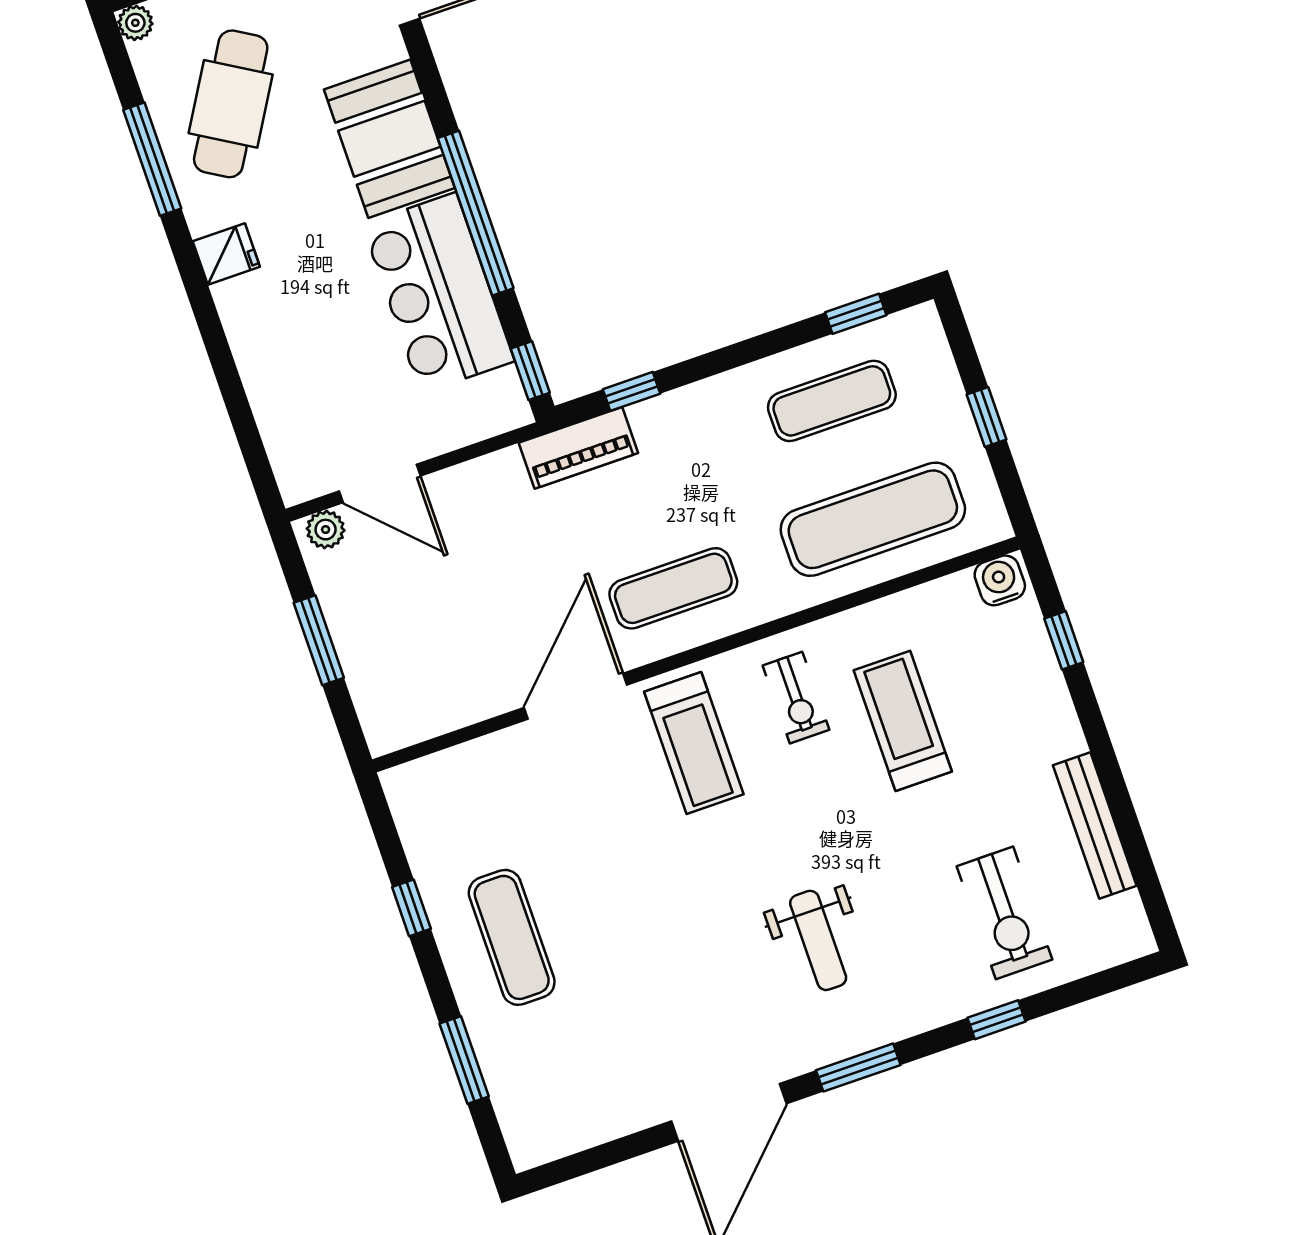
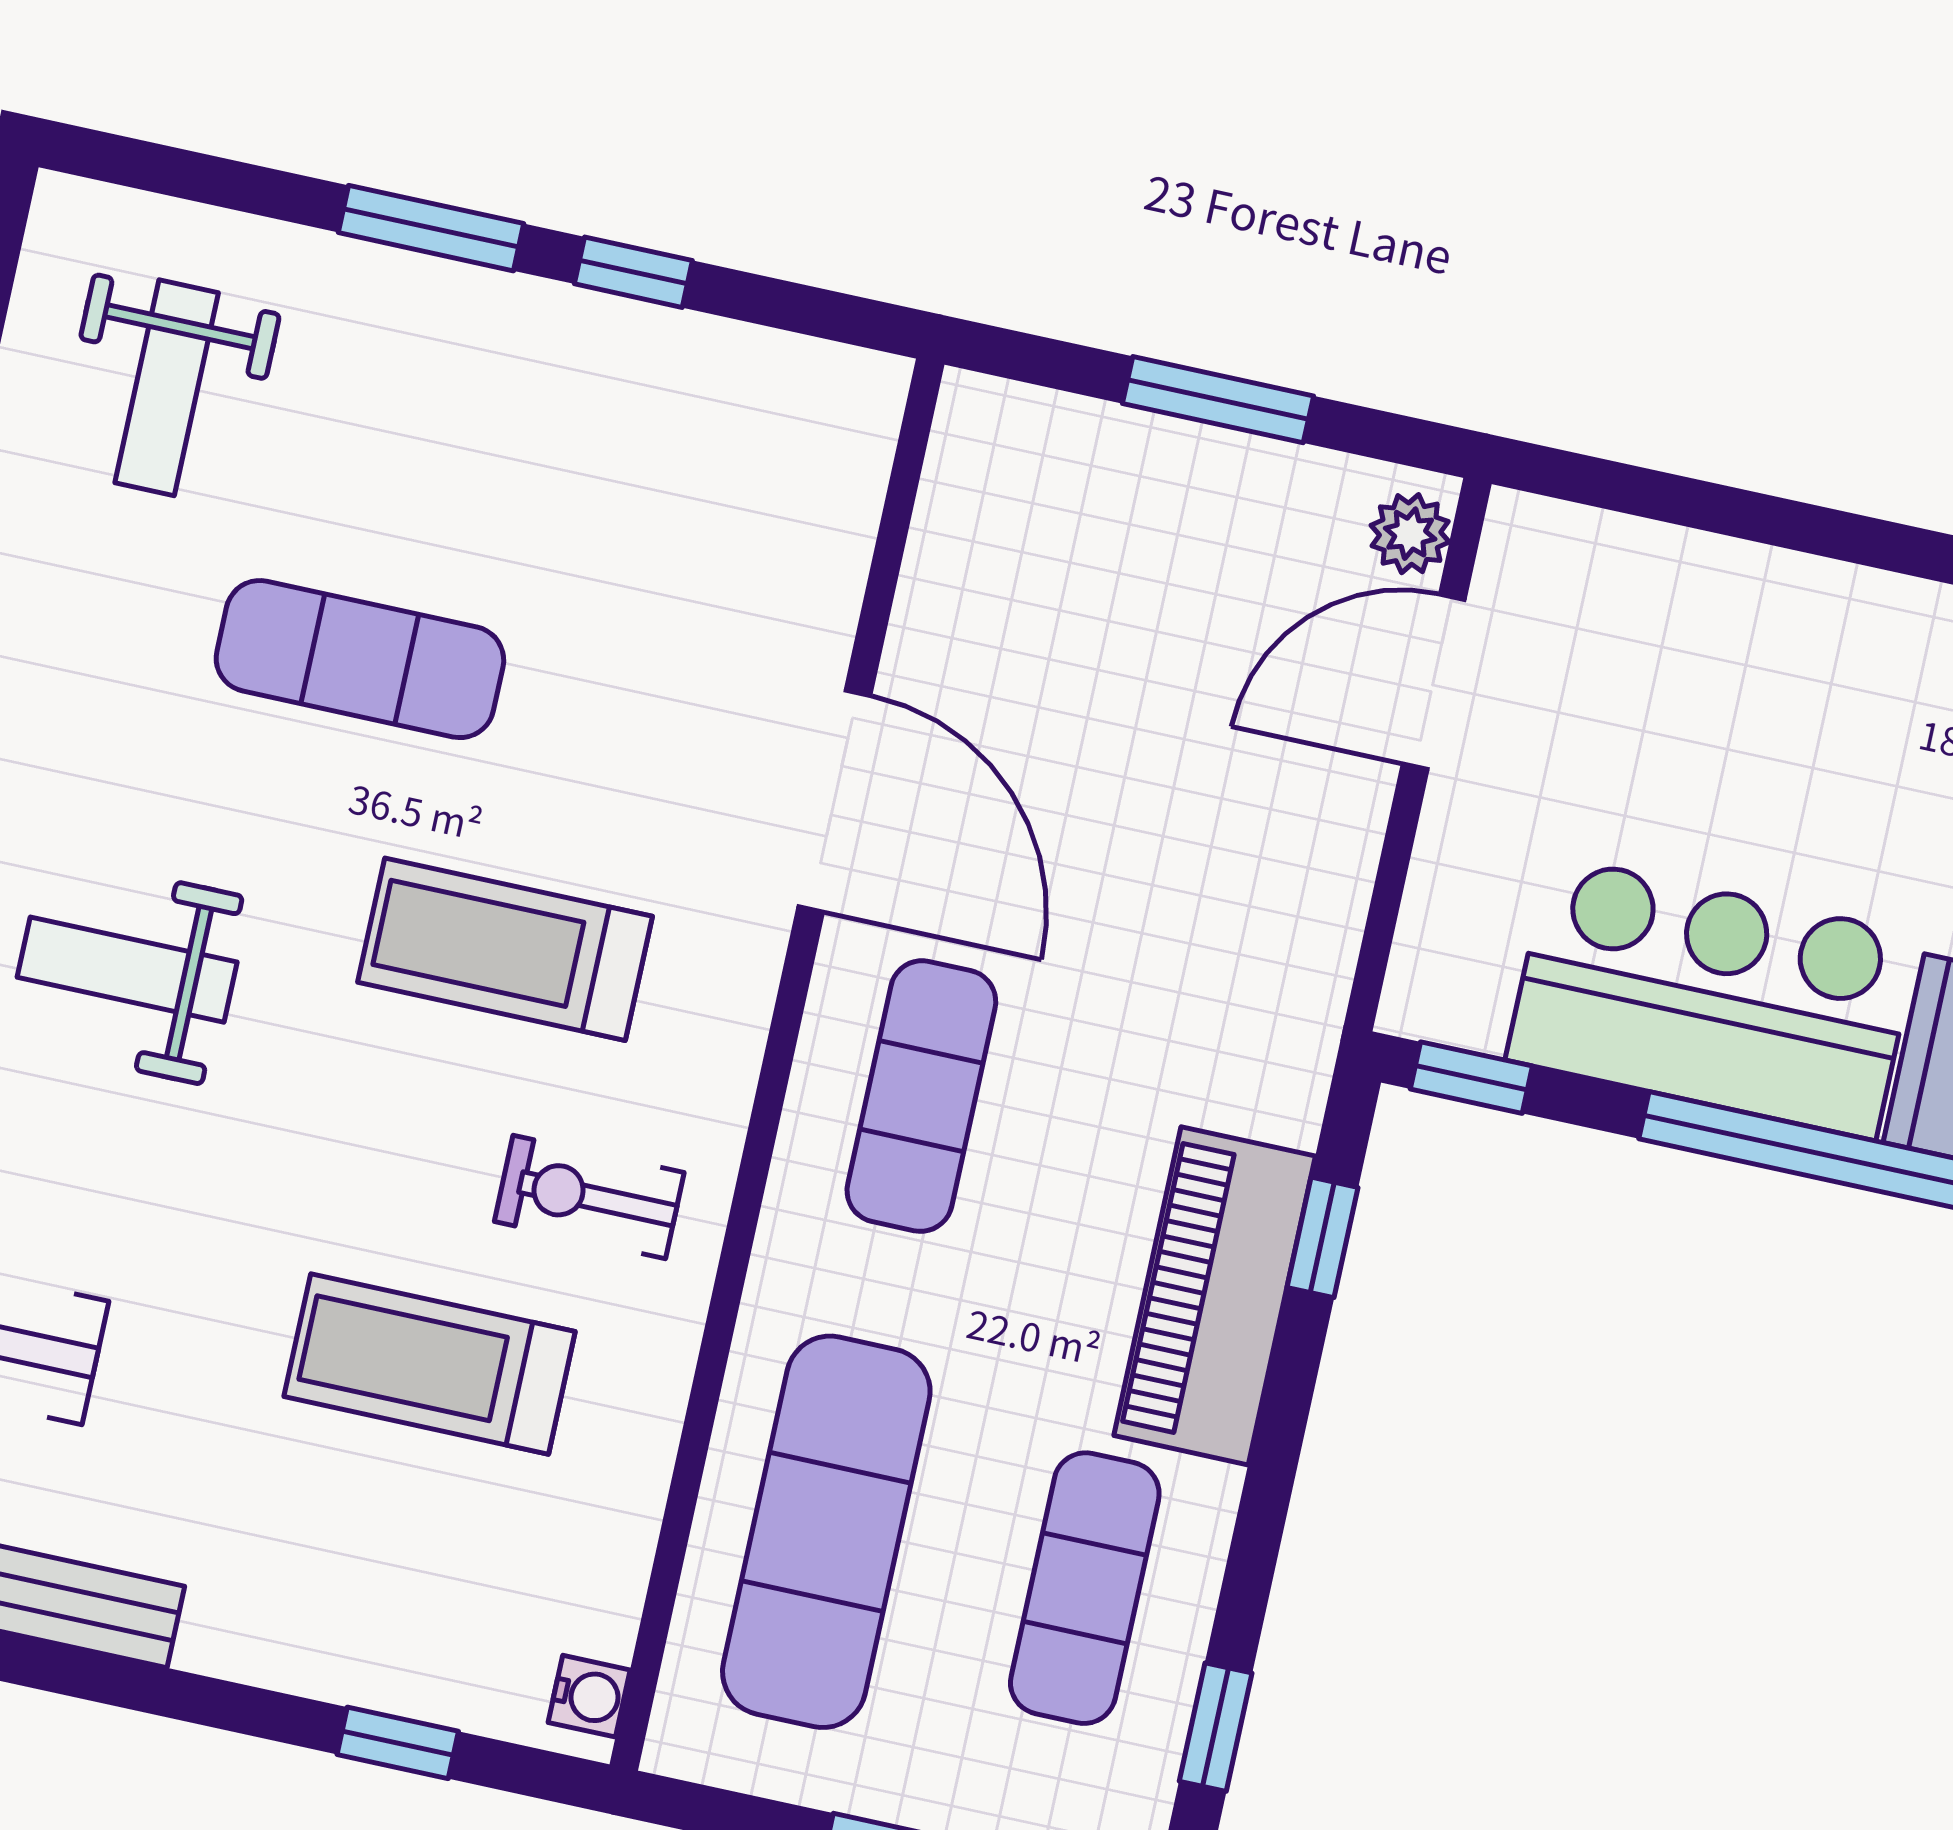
piano: (578, 448) -> (1215, 1296), moved, width x1.37, depth x1.33
water cooler: (1000, 580) -> (589, 1696), width x0.72, depth x0.72
treadmill: (903, 721) -> (430, 1364), turned 180
treadmill: (694, 743) -> (505, 949), moved
exercise mat: (512, 937) -> (360, 659), moved
window: (464, 1060) -> (431, 228), moved
weight bench: (573, 1068) -> (167, 388), added

